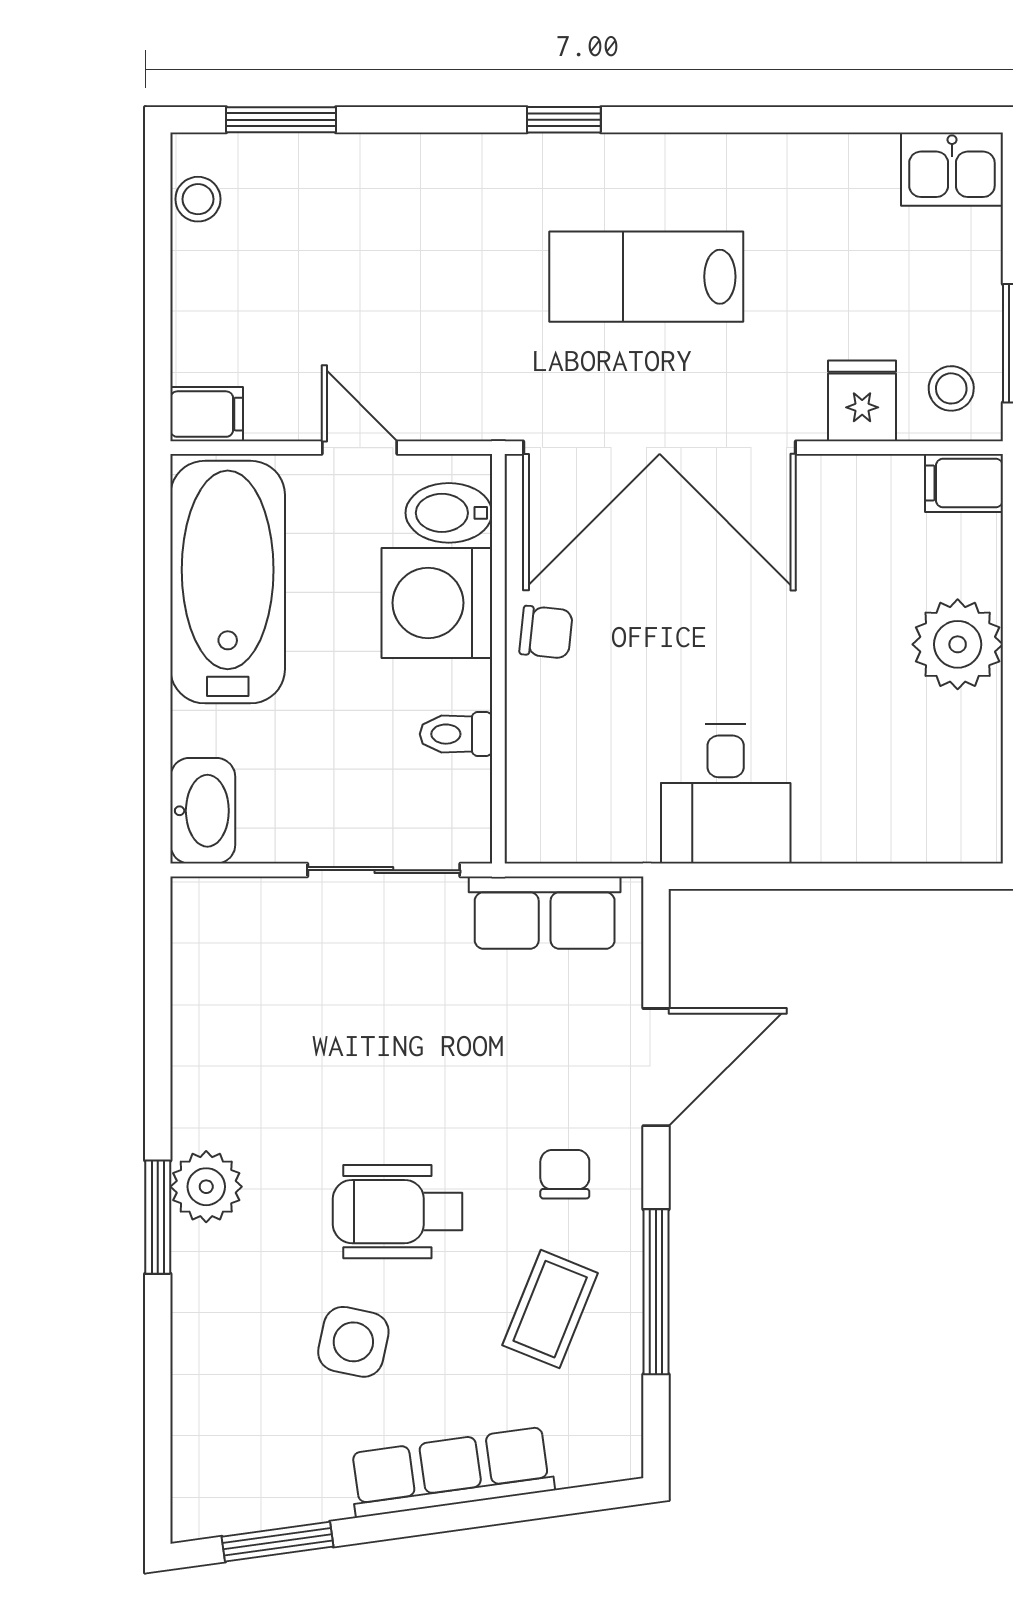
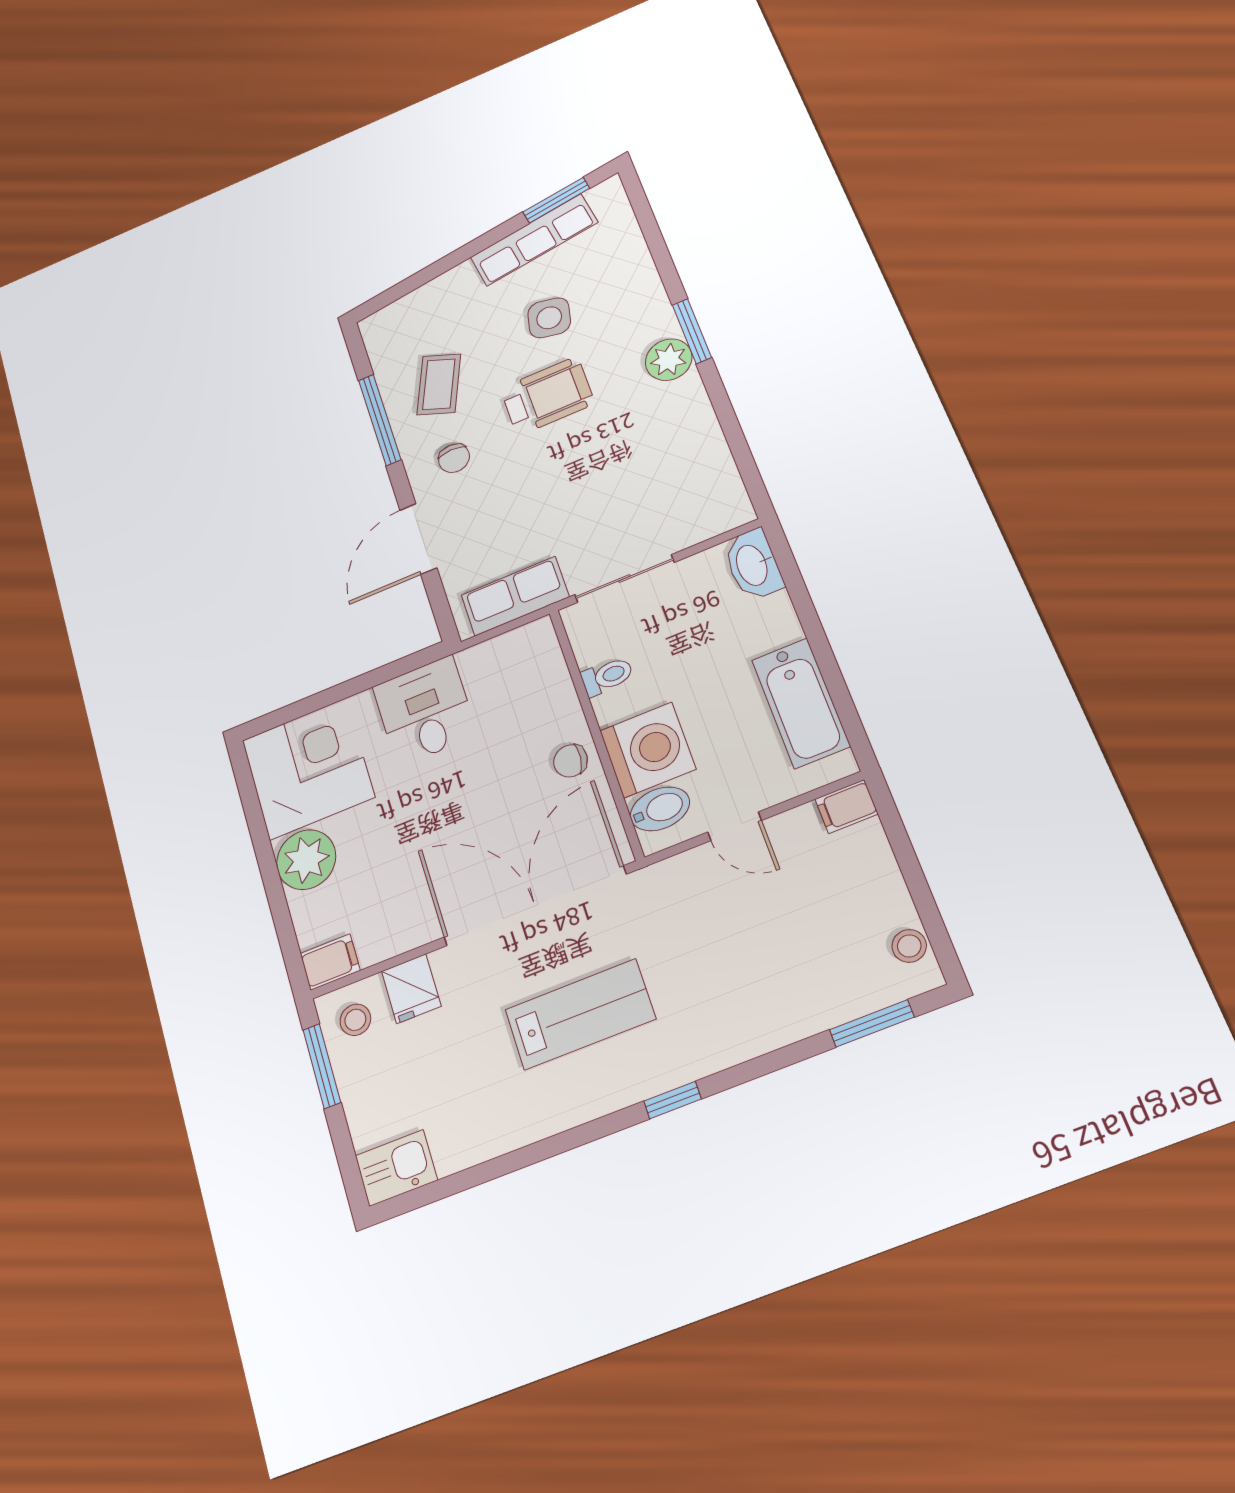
bathtub: (228, 582) -> (801, 703), width x0.73, depth x0.73
corner desk: (918, 779) -> (308, 769), added
row of seats: (451, 1472) -> (534, 240), moved

